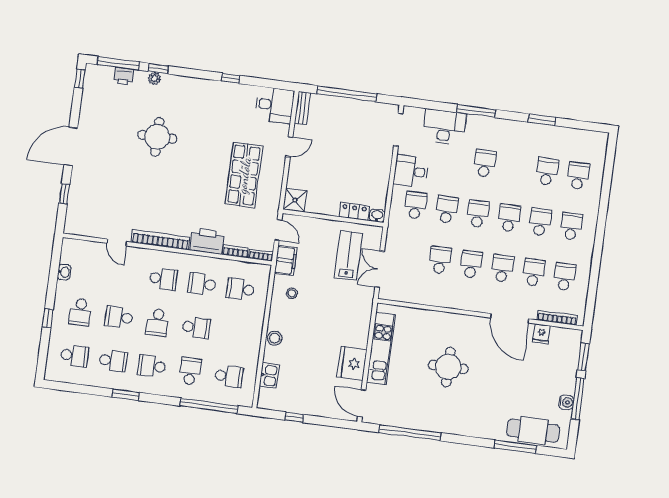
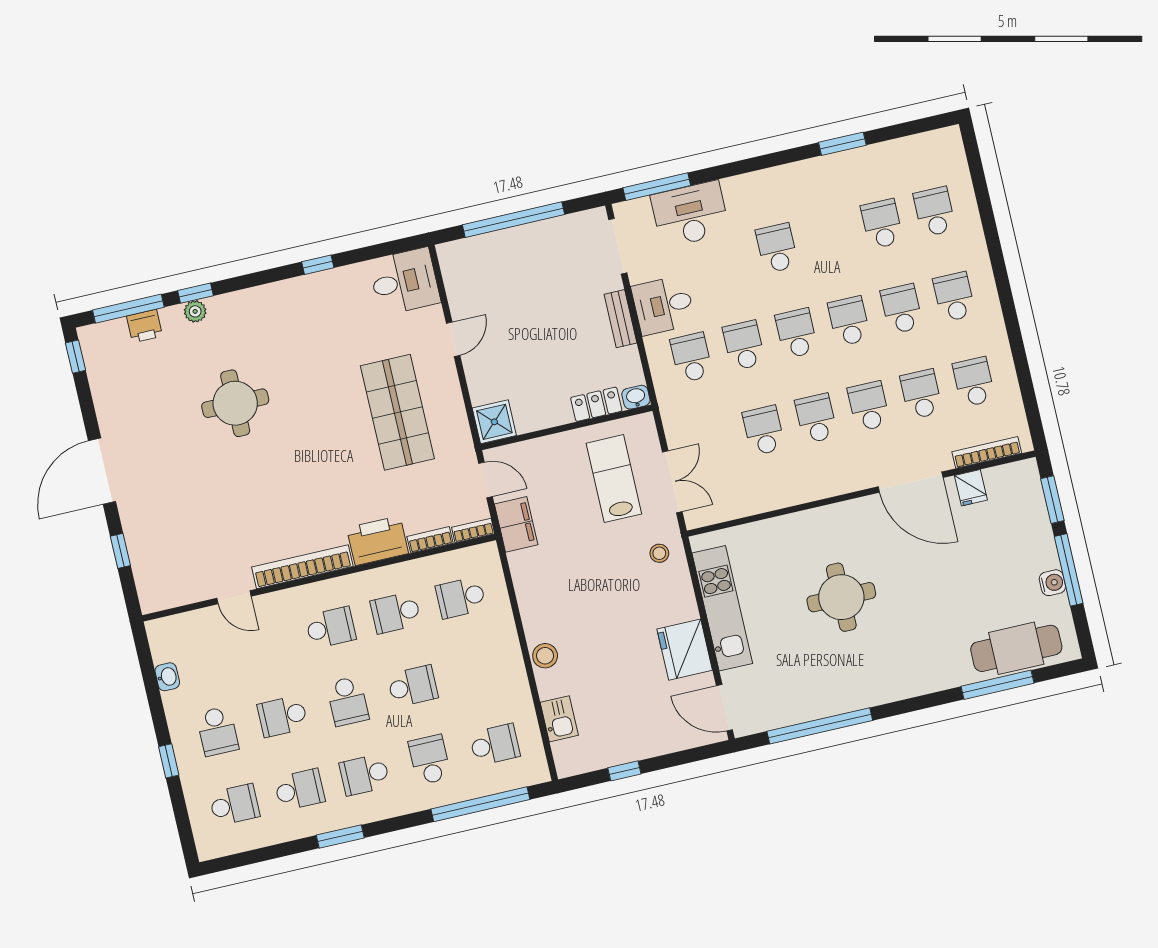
bench: (302, 108) -> (620, 319), moved
window: (476, 111) -> (657, 187), moved
double door: (380, 269) -> (672, 482), swing flipped
stool: (292, 293) -> (659, 553), moved

